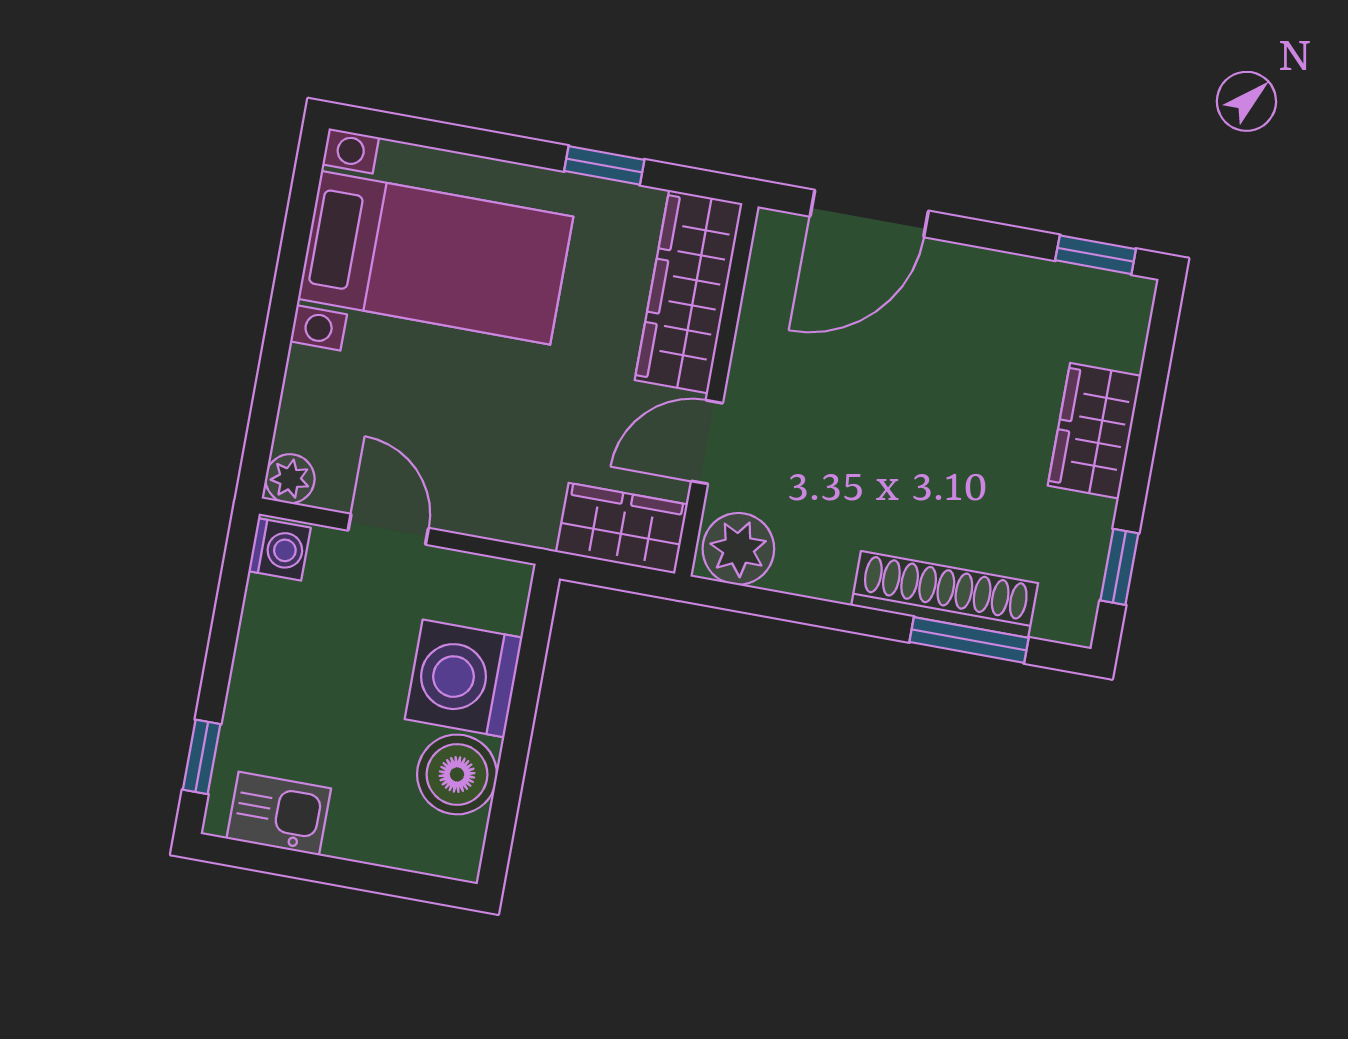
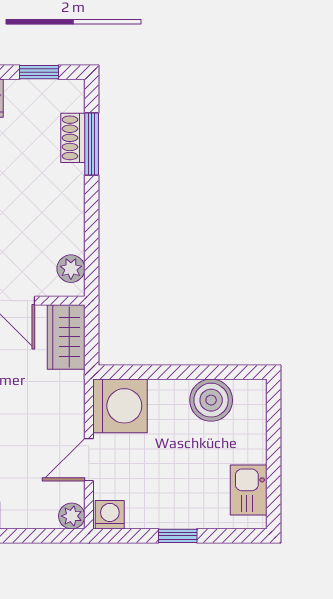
plant: (738, 549) -> (71, 269), width x0.73, depth x0.73
shoe rack: (945, 594) -> (73, 138), width x0.51, depth x0.81
washing machine: (464, 678) -> (120, 406), moved, turned -90
window: (202, 757) -> (178, 536), moved

